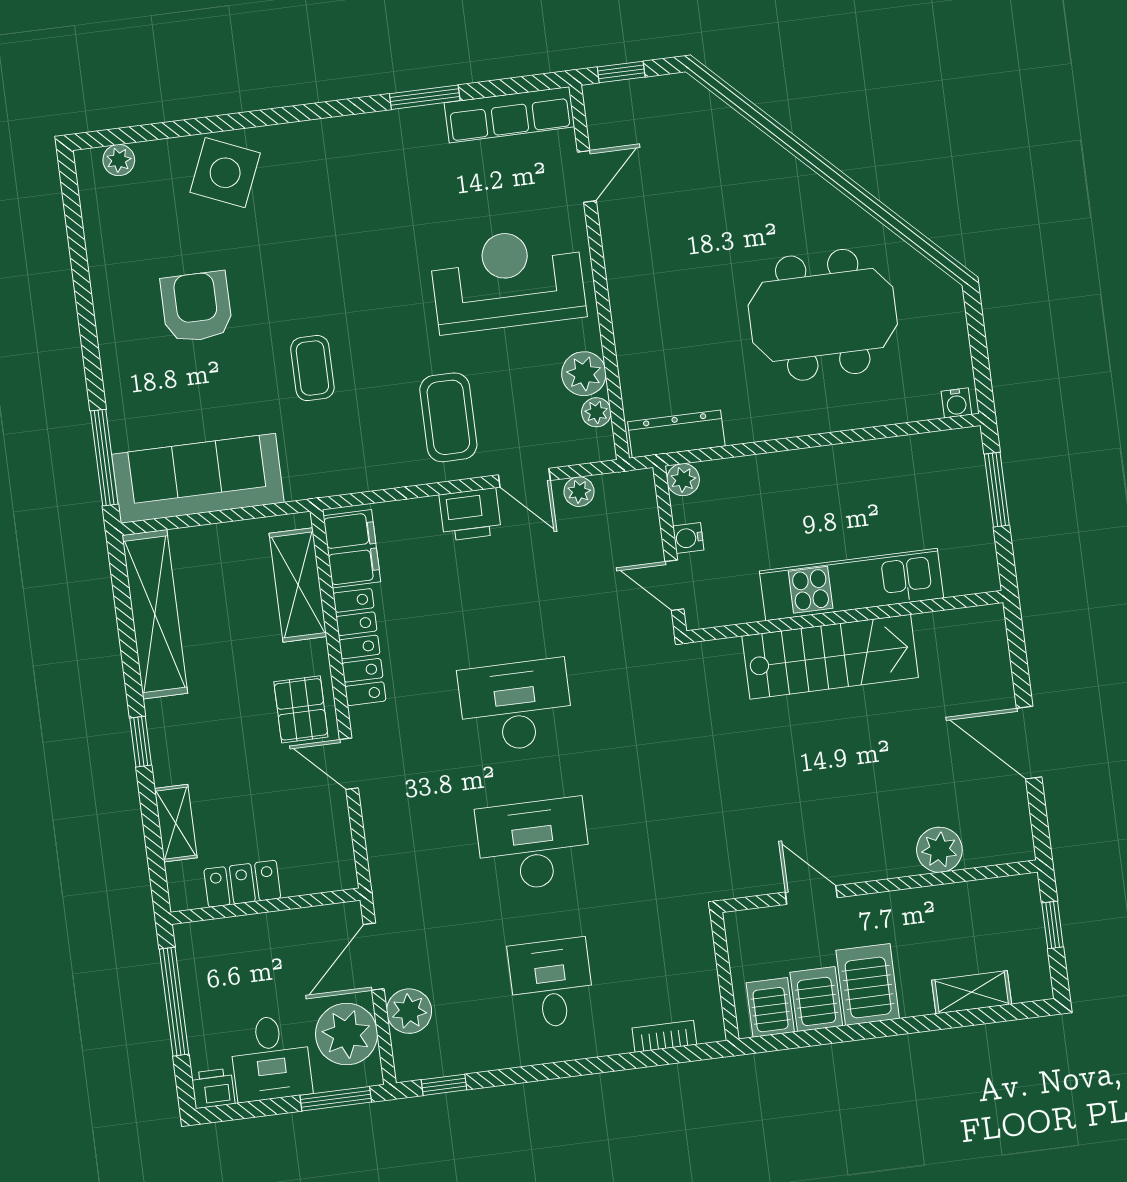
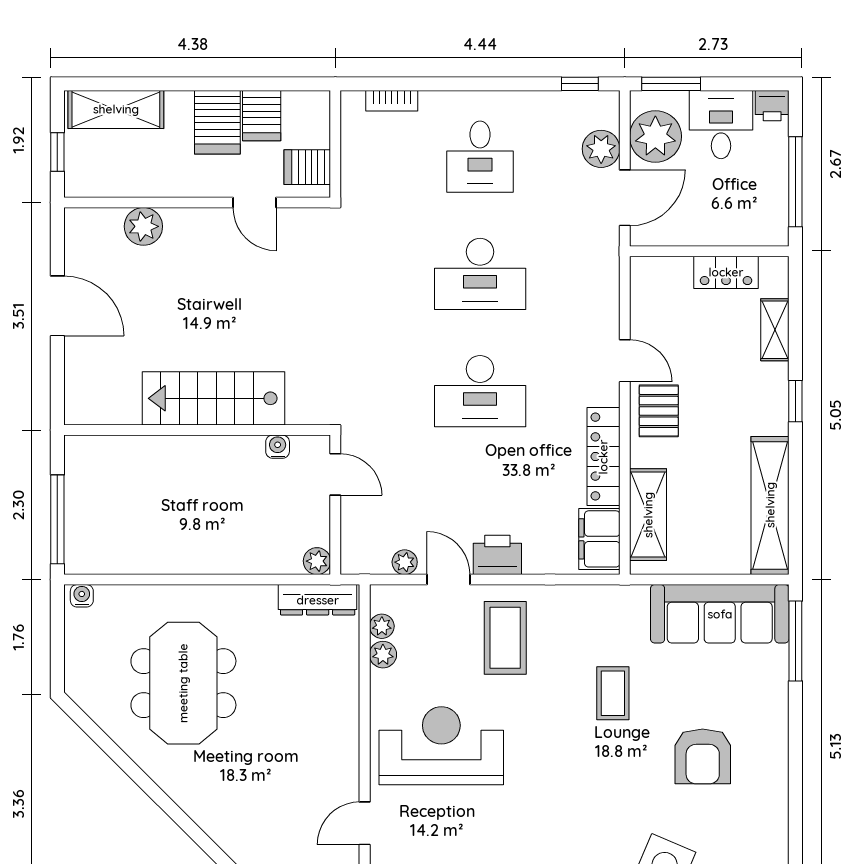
reception desk: (508, 280) -> (441, 746), turned 180
meeting table: (823, 315) -> (183, 683), turned 90
plant: (584, 374) -> (383, 655), width x0.73, depth x0.73
window: (997, 490) -> (57, 519), width x1.44
water cooler: (688, 538) -> (278, 447), moved, turned -90
kitchen unit: (851, 585) -> (188, 456), removed
shelving: (972, 992) -> (116, 109), width x1.50, depth x1.33
server rack: (770, 1007) -> (307, 167), moved, turned 90

